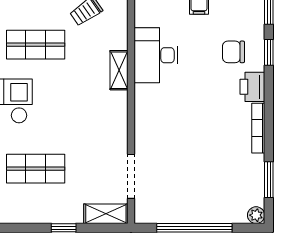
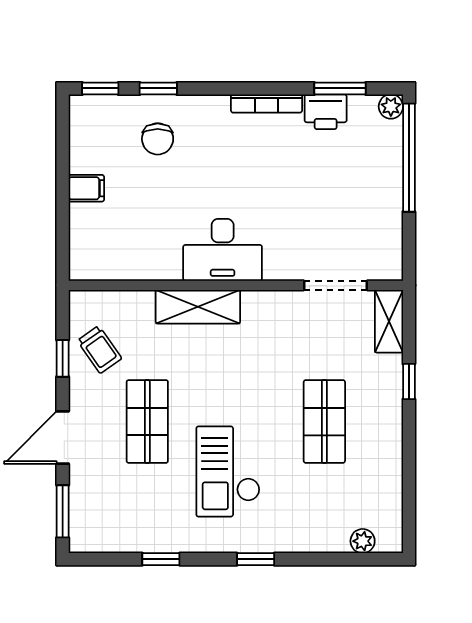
desk: (156, 55) -> (223, 250), moved
shelving: (119, 70) -> (198, 307), width x1.50, depth x1.33
printer: (252, 87) -> (326, 112), moved
window: (194, 228) -> (409, 158), moved

